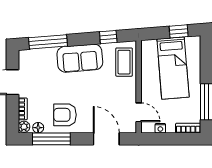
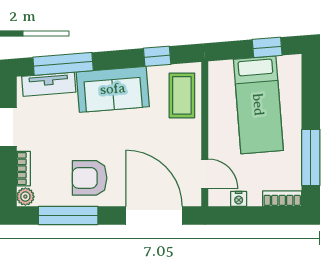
tv unit: (39, 55) -> (49, 84), added
floor lamp: (38, 128) -> (48, 198), removed
door: (106, 139) -> (154, 215), width x1.36

